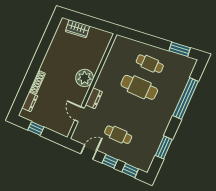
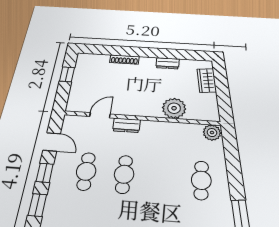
plant: (120, 43) -> (212, 133), added
plant: (85, 78) -> (174, 108), moved
cafe table: (139, 87) -> (124, 174), moved, width x0.73, depth x0.74
dresser: (30, 102) -> (168, 63), moved

